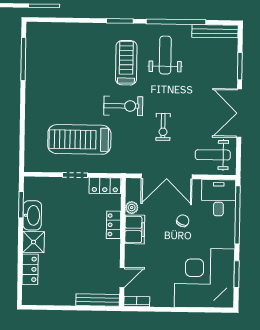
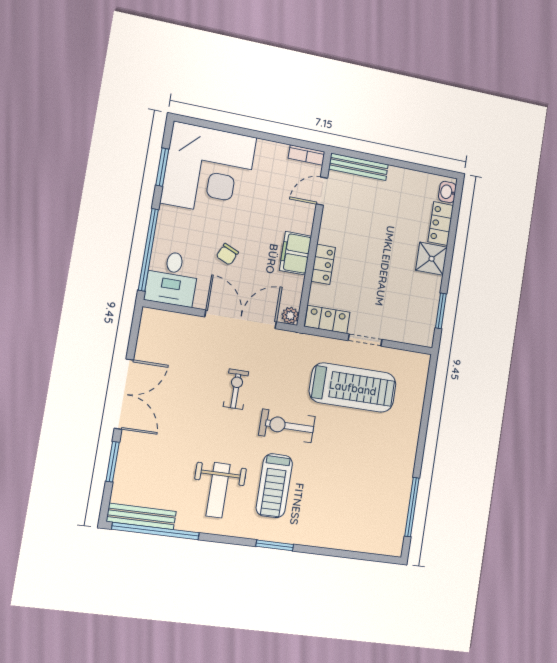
window: (176, 22) -> (156, 531), moved
weight bench: (213, 155) -> (171, 340), removed
plant: (132, 208) -> (290, 315), moved
washbasin: (32, 215) -> (447, 192), moved, width x0.52, depth x0.69

